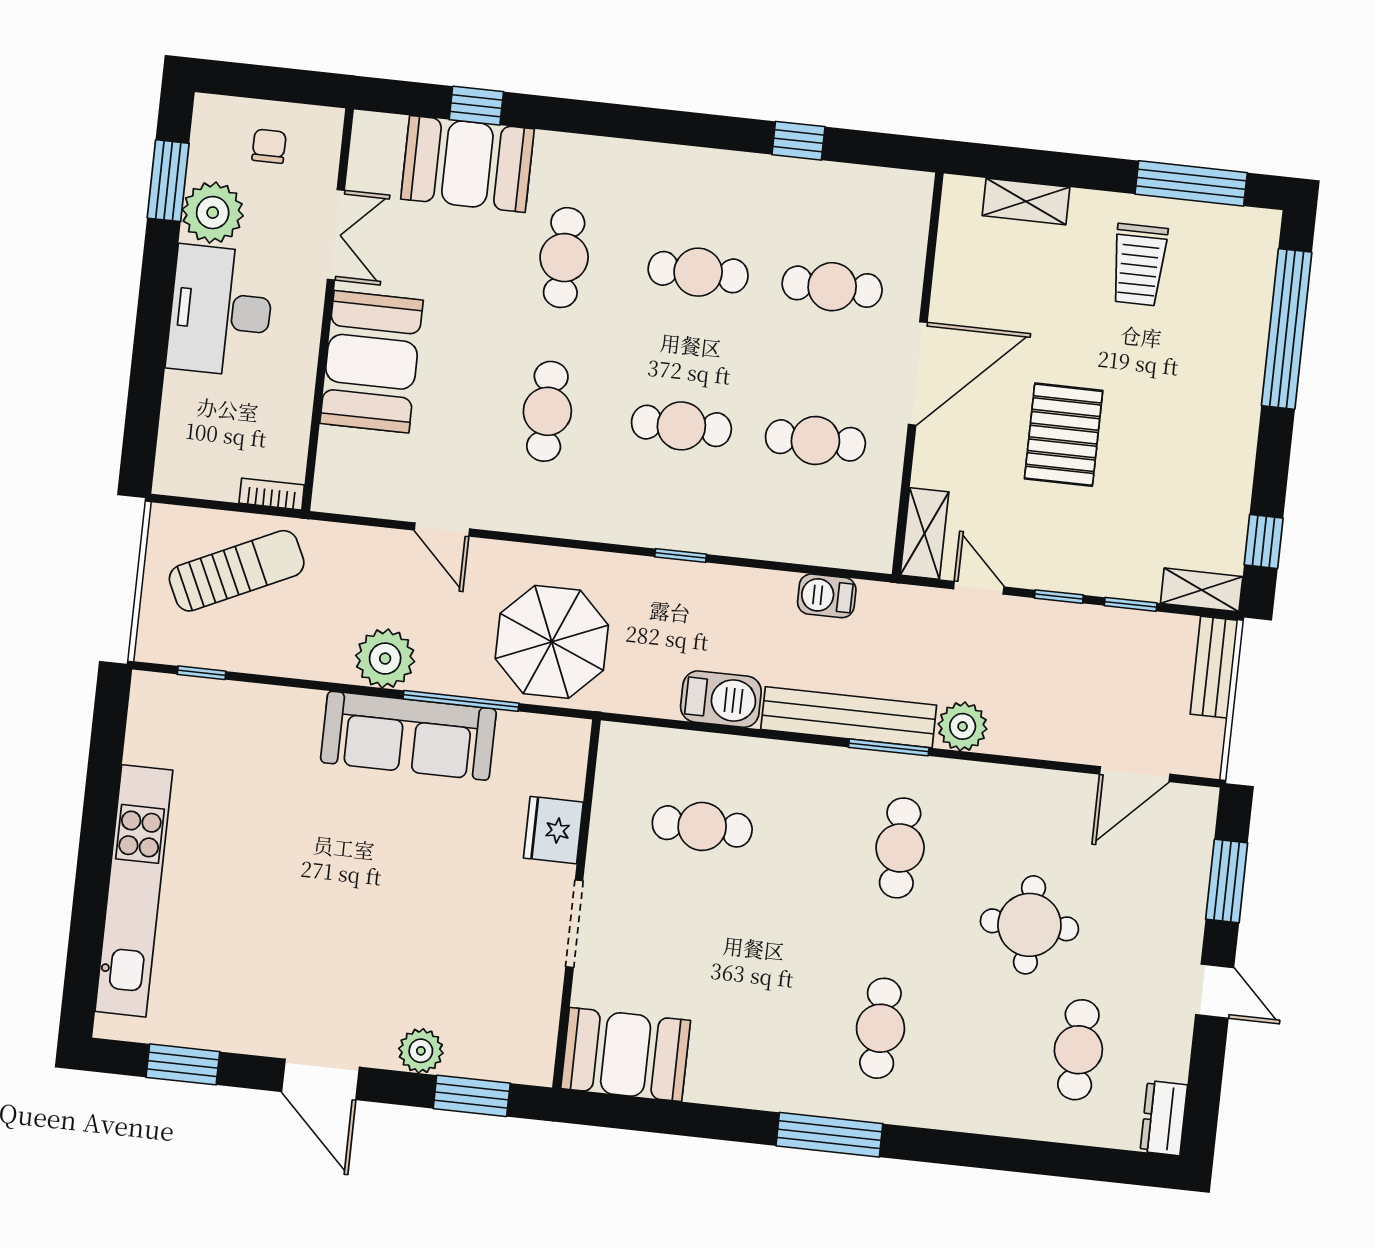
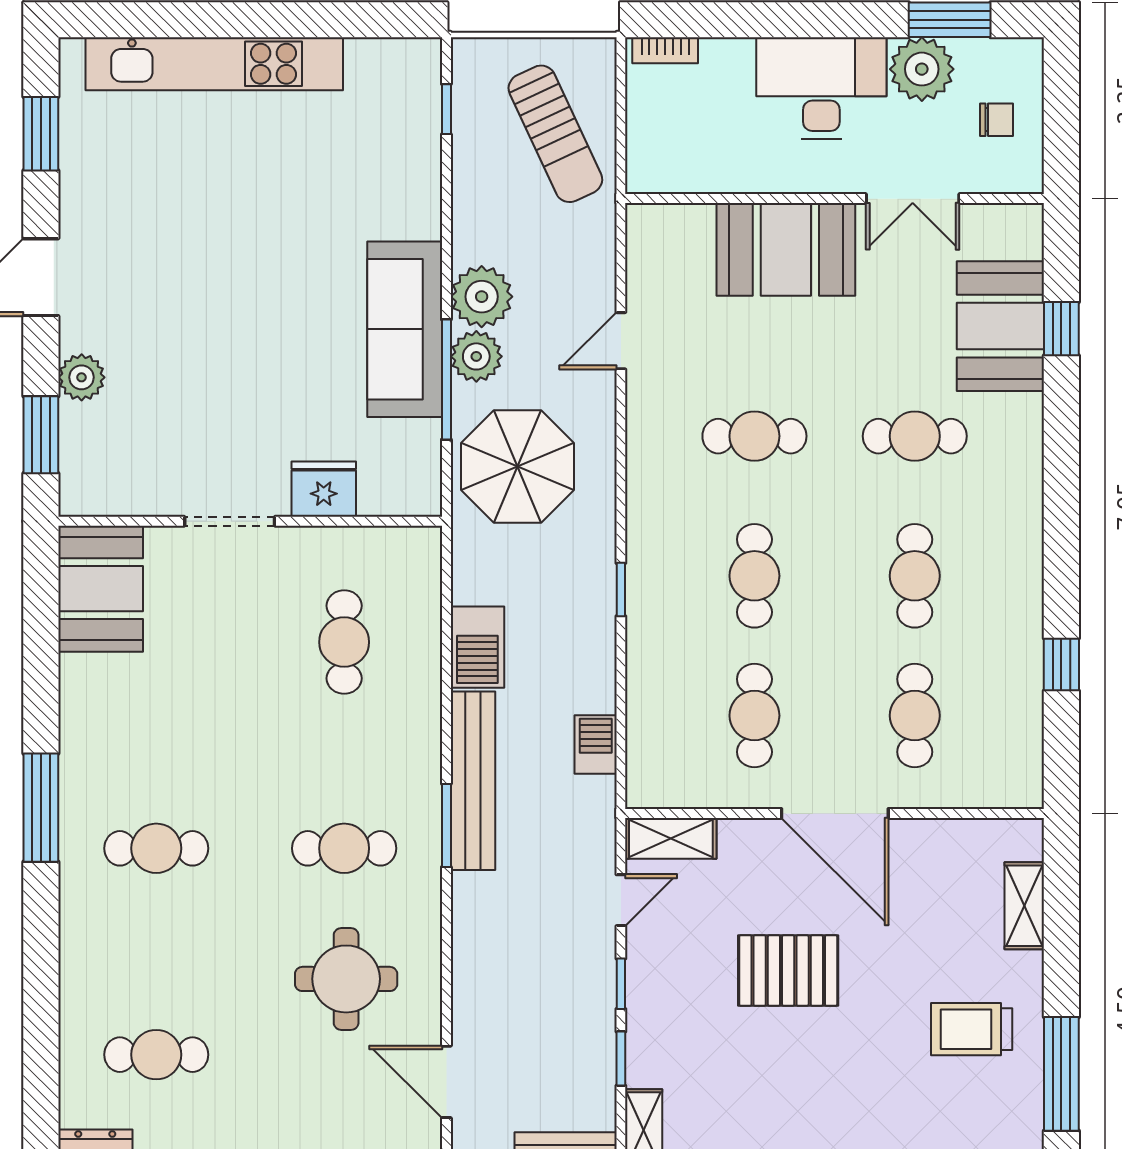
bookcase: (272, 494) -> (665, 50), moved, turned 90
plant: (963, 726) -> (476, 356), moved
round table: (1029, 925) -> (346, 979), moved

